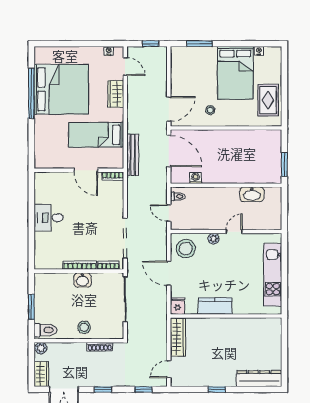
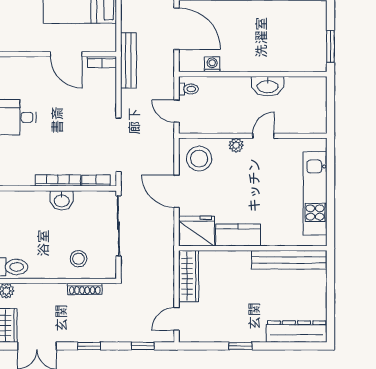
bench: (133, 155) -> (128, 61), moved
washbasin: (252, 194) -> (268, 86), moved
fridge: (178, 306) -> (197, 231), width x1.88, depth x1.34
bench: (253, 325) -> (289, 260), added
stool: (84, 327) -> (78, 259), moved

